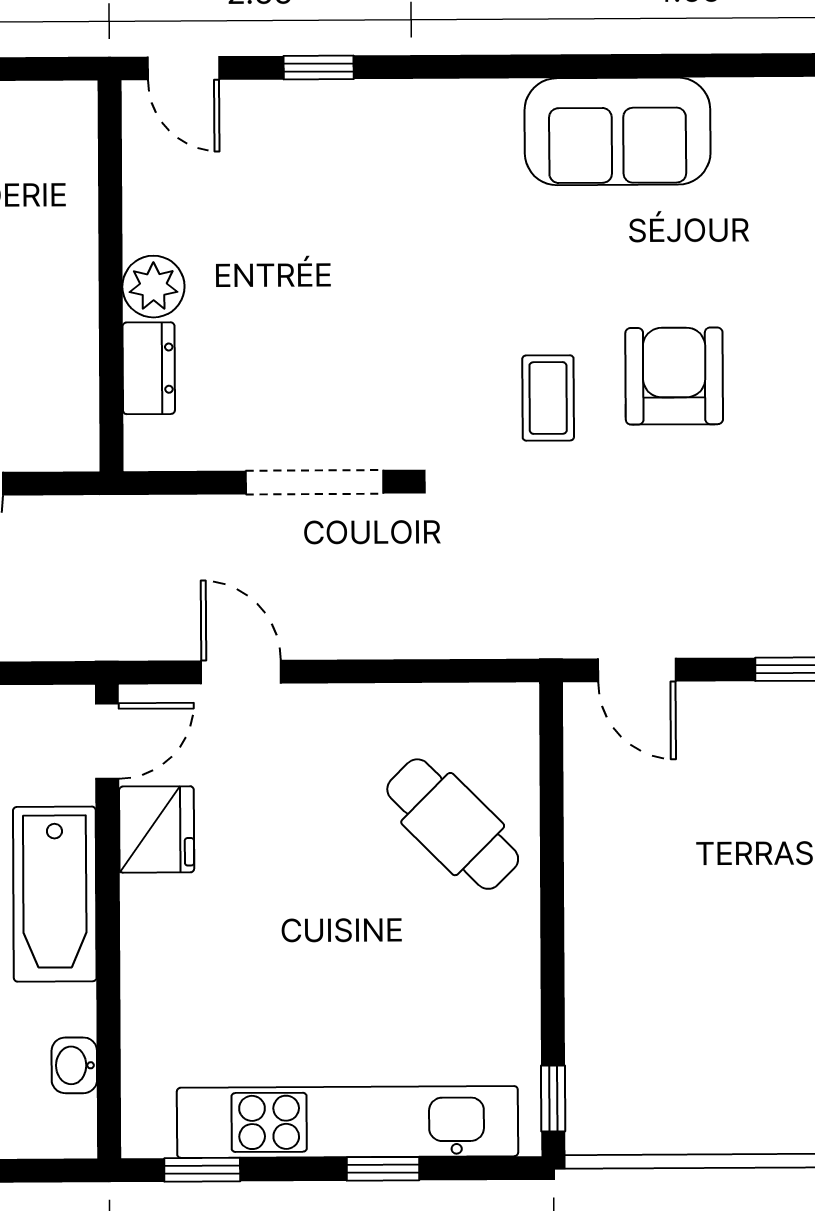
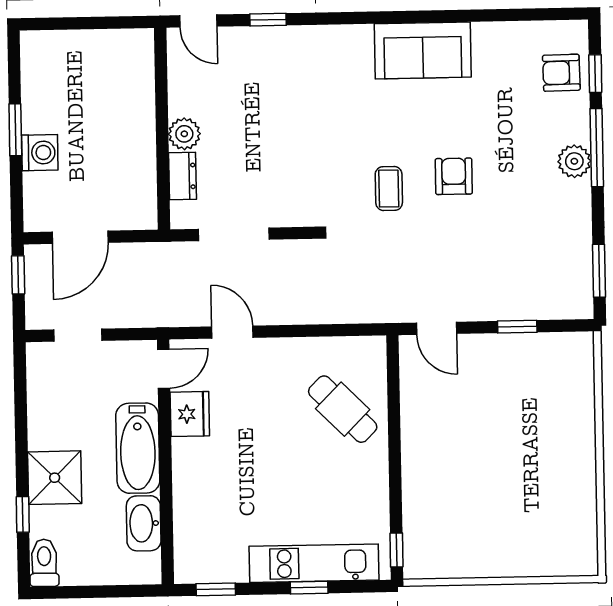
armchair: (674, 376) -> (454, 176), width x0.72, depth x0.72
doorway: (314, 482) -> (234, 234), moved
washbasin: (74, 1065) -> (144, 523), width x1.91, depth x1.45
kitchen unit: (347, 1122) -> (314, 563), width x0.73

